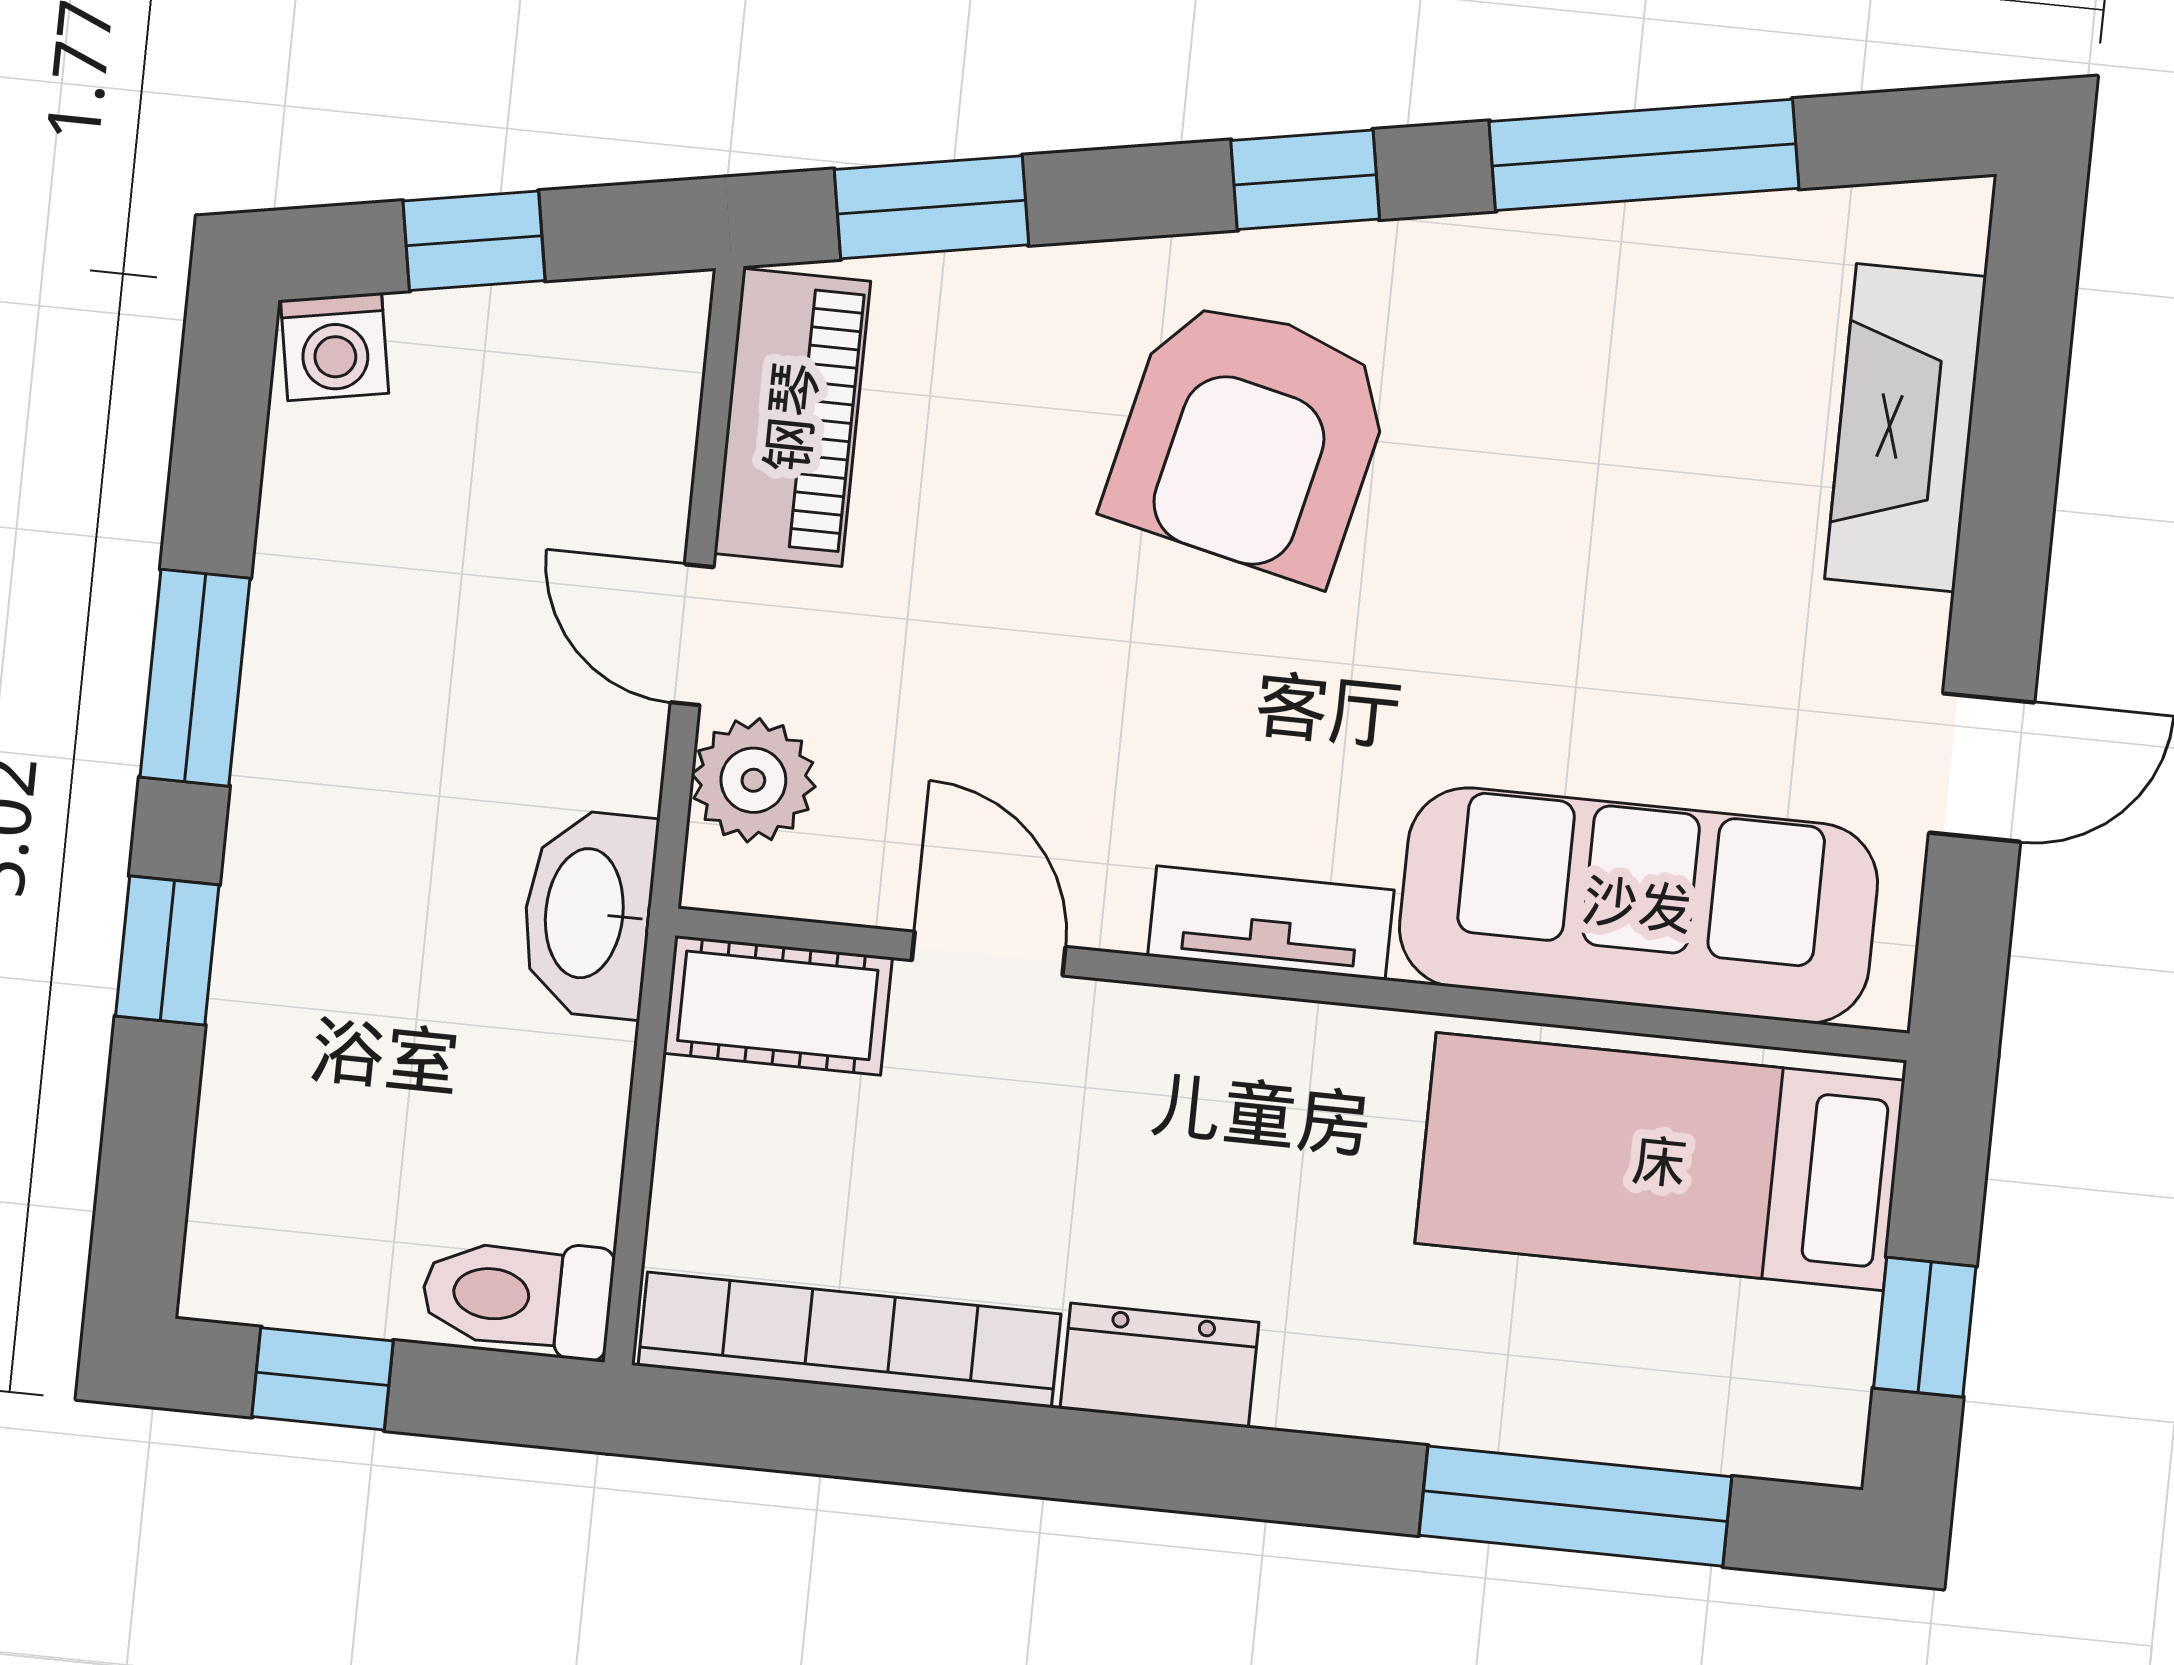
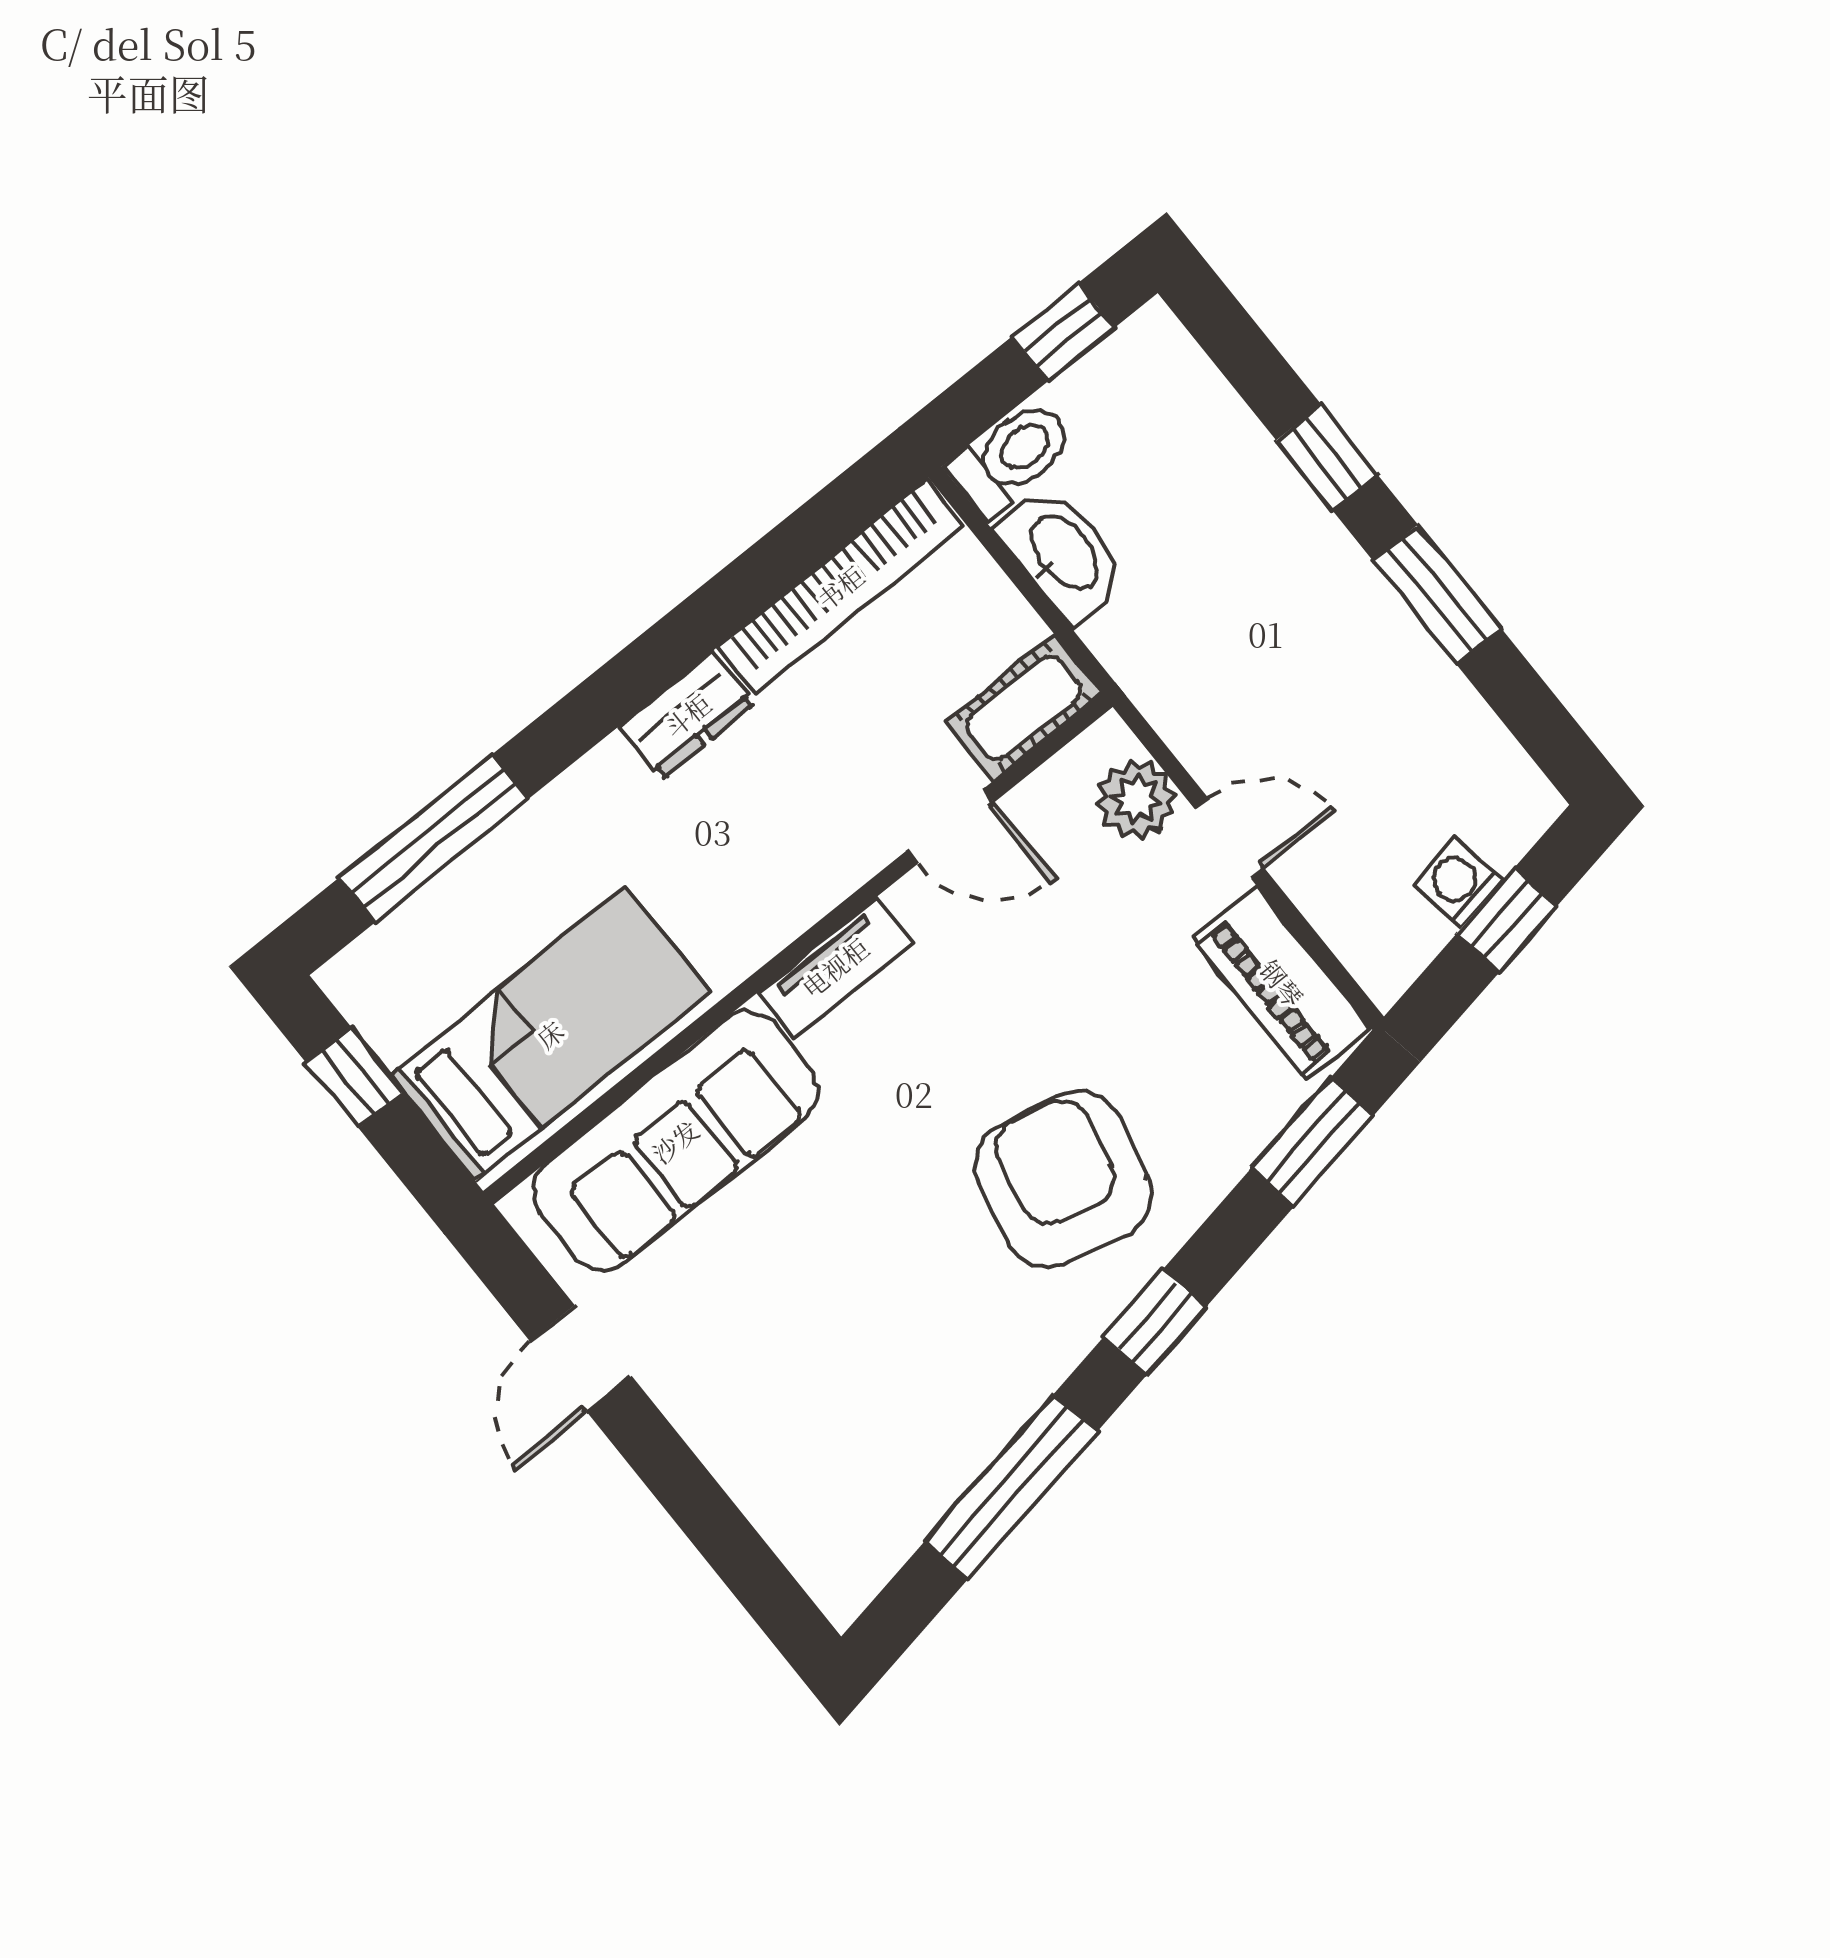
washing machine: (335, 347) -> (1458, 883), moved
fireplace: (1906, 428) -> (769, 1480), removed
washbasin: (588, 914) -> (1063, 554), moved

